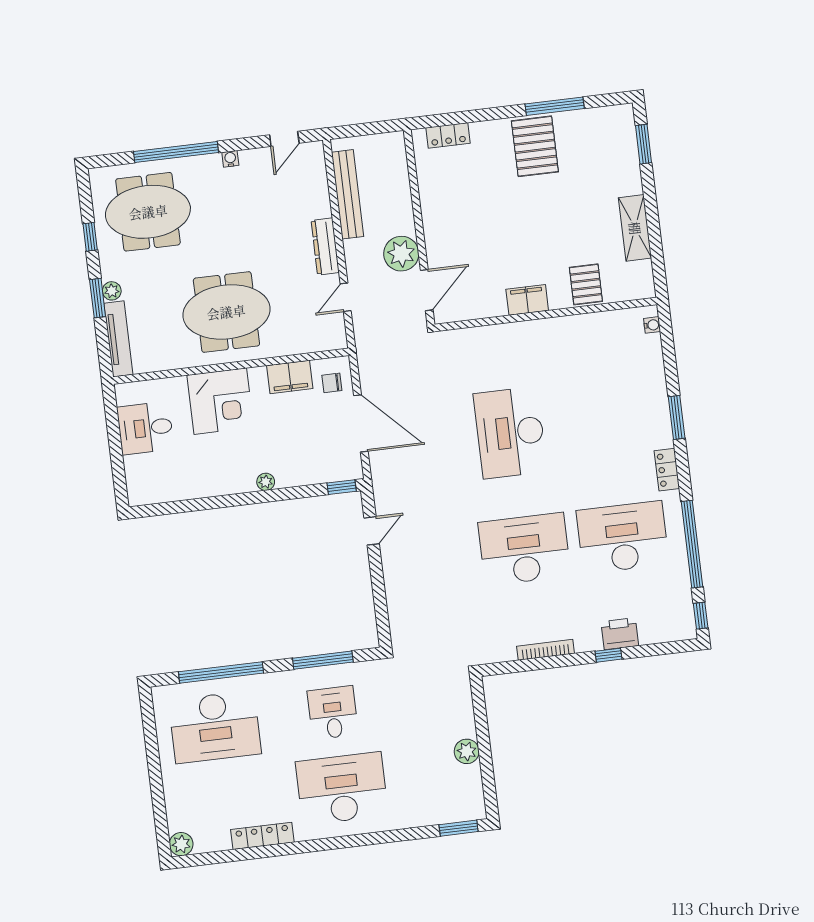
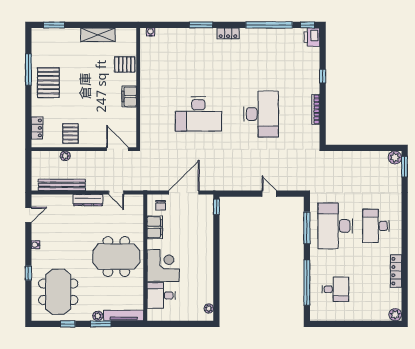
door: (284, 139) -> (28, 215), hinge flipped
pallet: (535, 146) -> (48, 83), turned 90
window: (176, 152) -> (28, 273), width x0.32
pallet: (445, 199) -> (70, 133), added
plant: (401, 254) -> (65, 156), moved, width x0.53, depth x0.53
meeting table: (226, 312) -> (116, 257), turned 90
desk: (145, 428) -> (161, 295), moved, turned 90
plant: (266, 482) -> (209, 308), moved
door: (372, 531) -> (269, 194), moved
desk: (623, 537) -> (261, 61), removed
desk: (524, 549) -> (261, 114), turned 180
printer: (620, 634) -> (312, 37), moved
desk: (333, 713) -> (335, 226), width x1.87, depth x1.30
desk: (215, 727) -> (335, 289), width x0.53, depth x0.77
plant: (467, 751) -> (395, 158), moved
desk: (342, 788) -> (376, 226), width x0.73, depth x0.77

